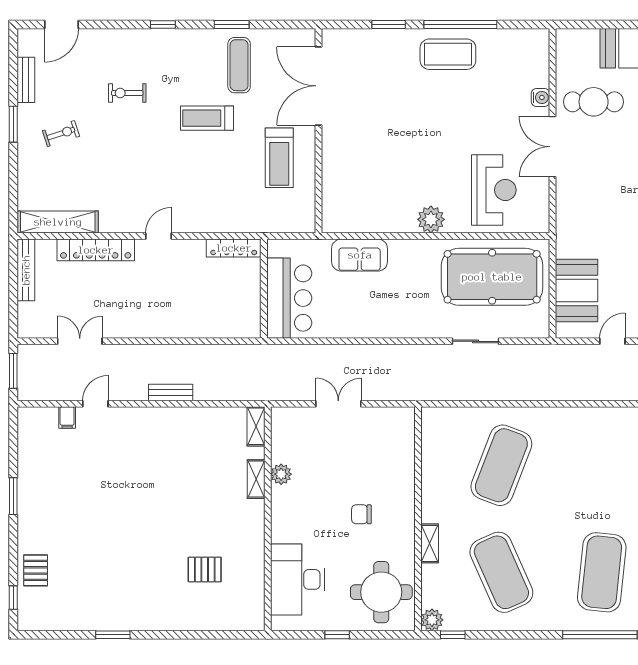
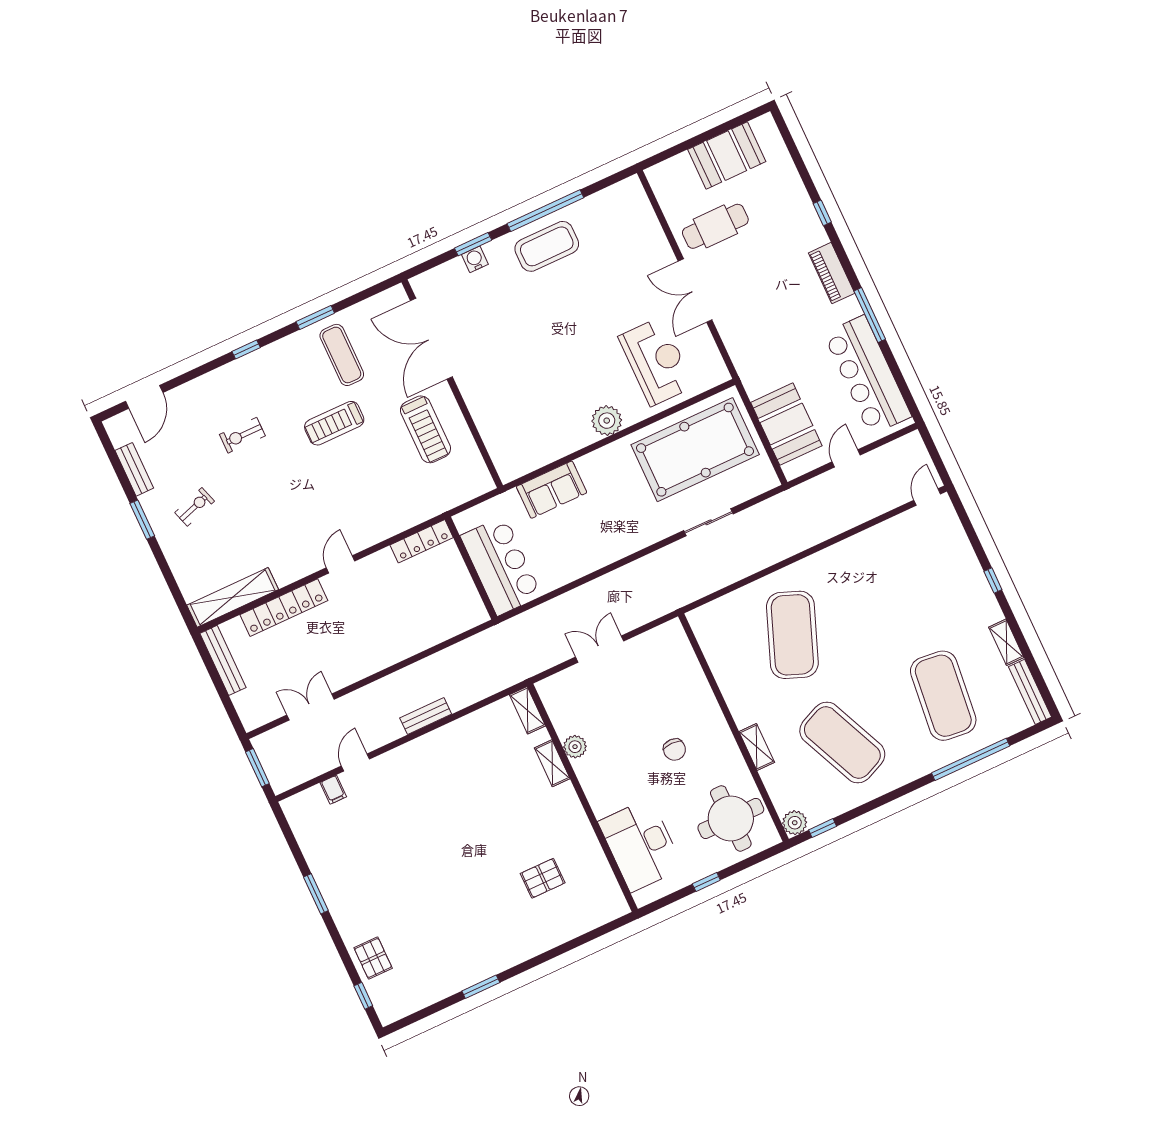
water cooler: (540, 98) -> (475, 259), moved, turned -90
chair: (361, 514) -> (674, 750), turned -90

